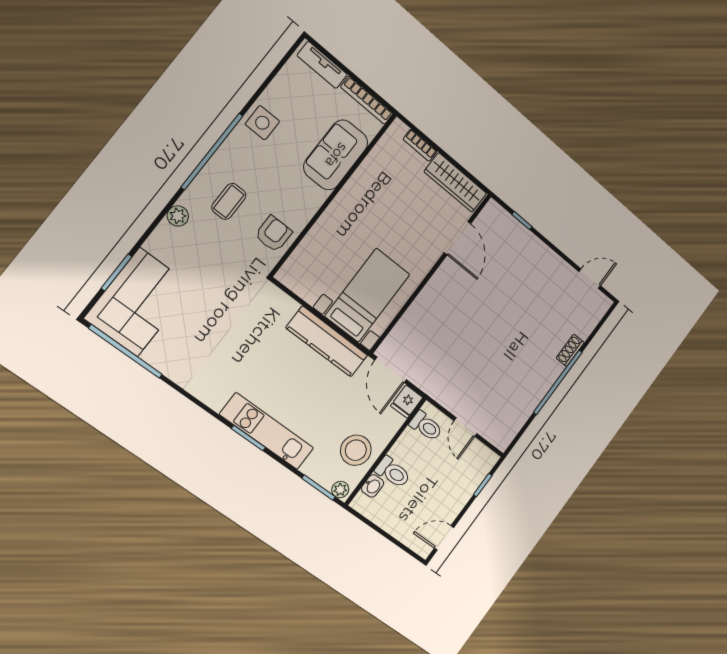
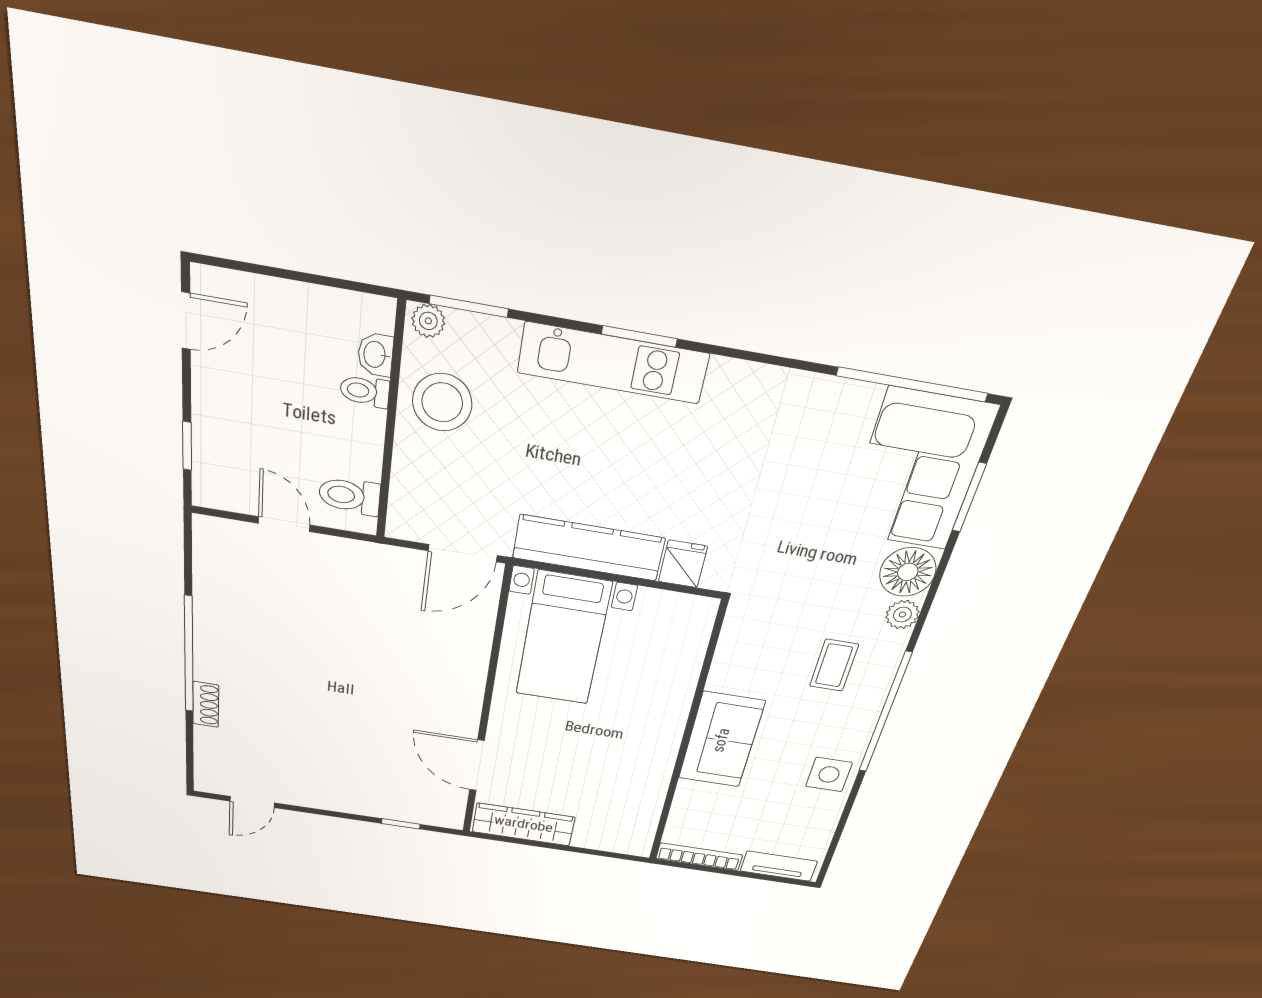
bookcase: (420, 145) -> (599, 842), removed
sofa: (336, 155) -> (721, 740), moved
armchair: (273, 234) -> (748, 654), removed
floor lamp: (165, 242) -> (908, 572), added
door: (391, 370) -> (463, 553), swing flipped
fridge: (407, 402) -> (683, 564), moved
toilet: (393, 472) -> (365, 391), width x0.73, depth x0.72

